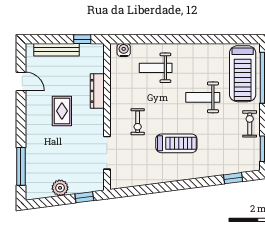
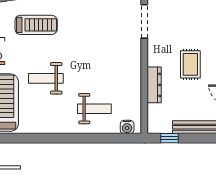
weight bench: (203, 97) -> (46, 78), turned 180
exercise bike: (138, 122) -> (113, 53), removed
treadmill: (176, 143) -> (36, 25), moved, turned 180

